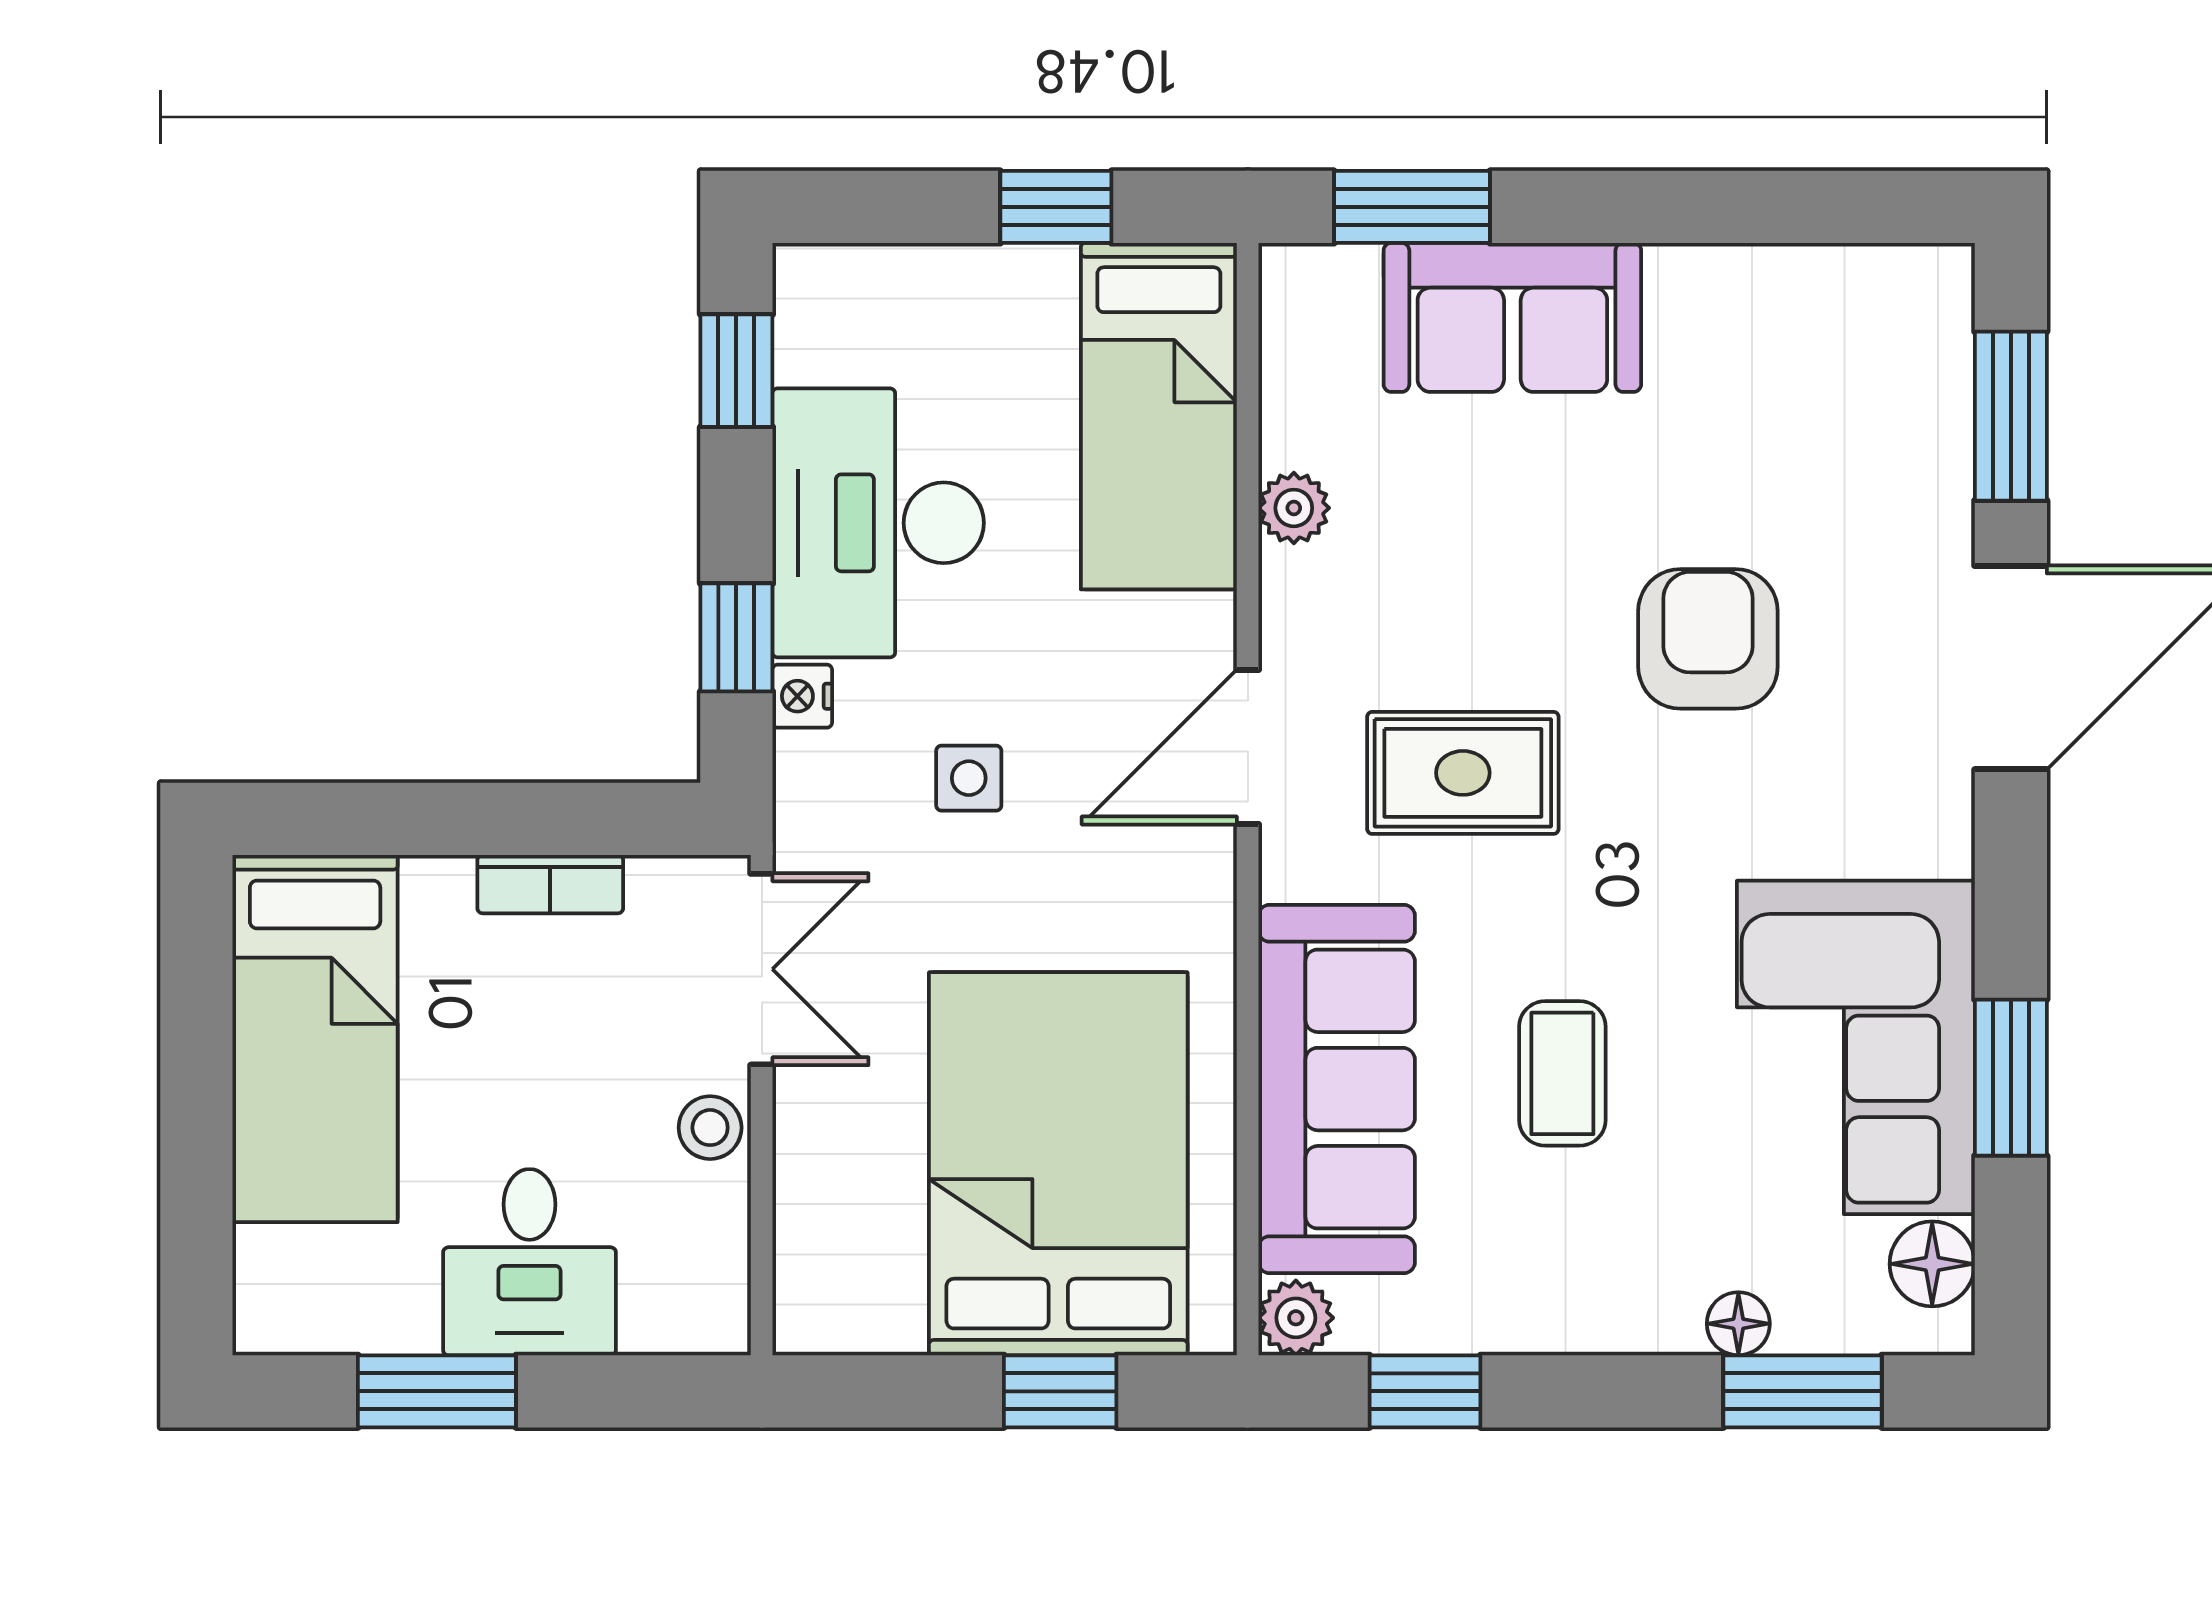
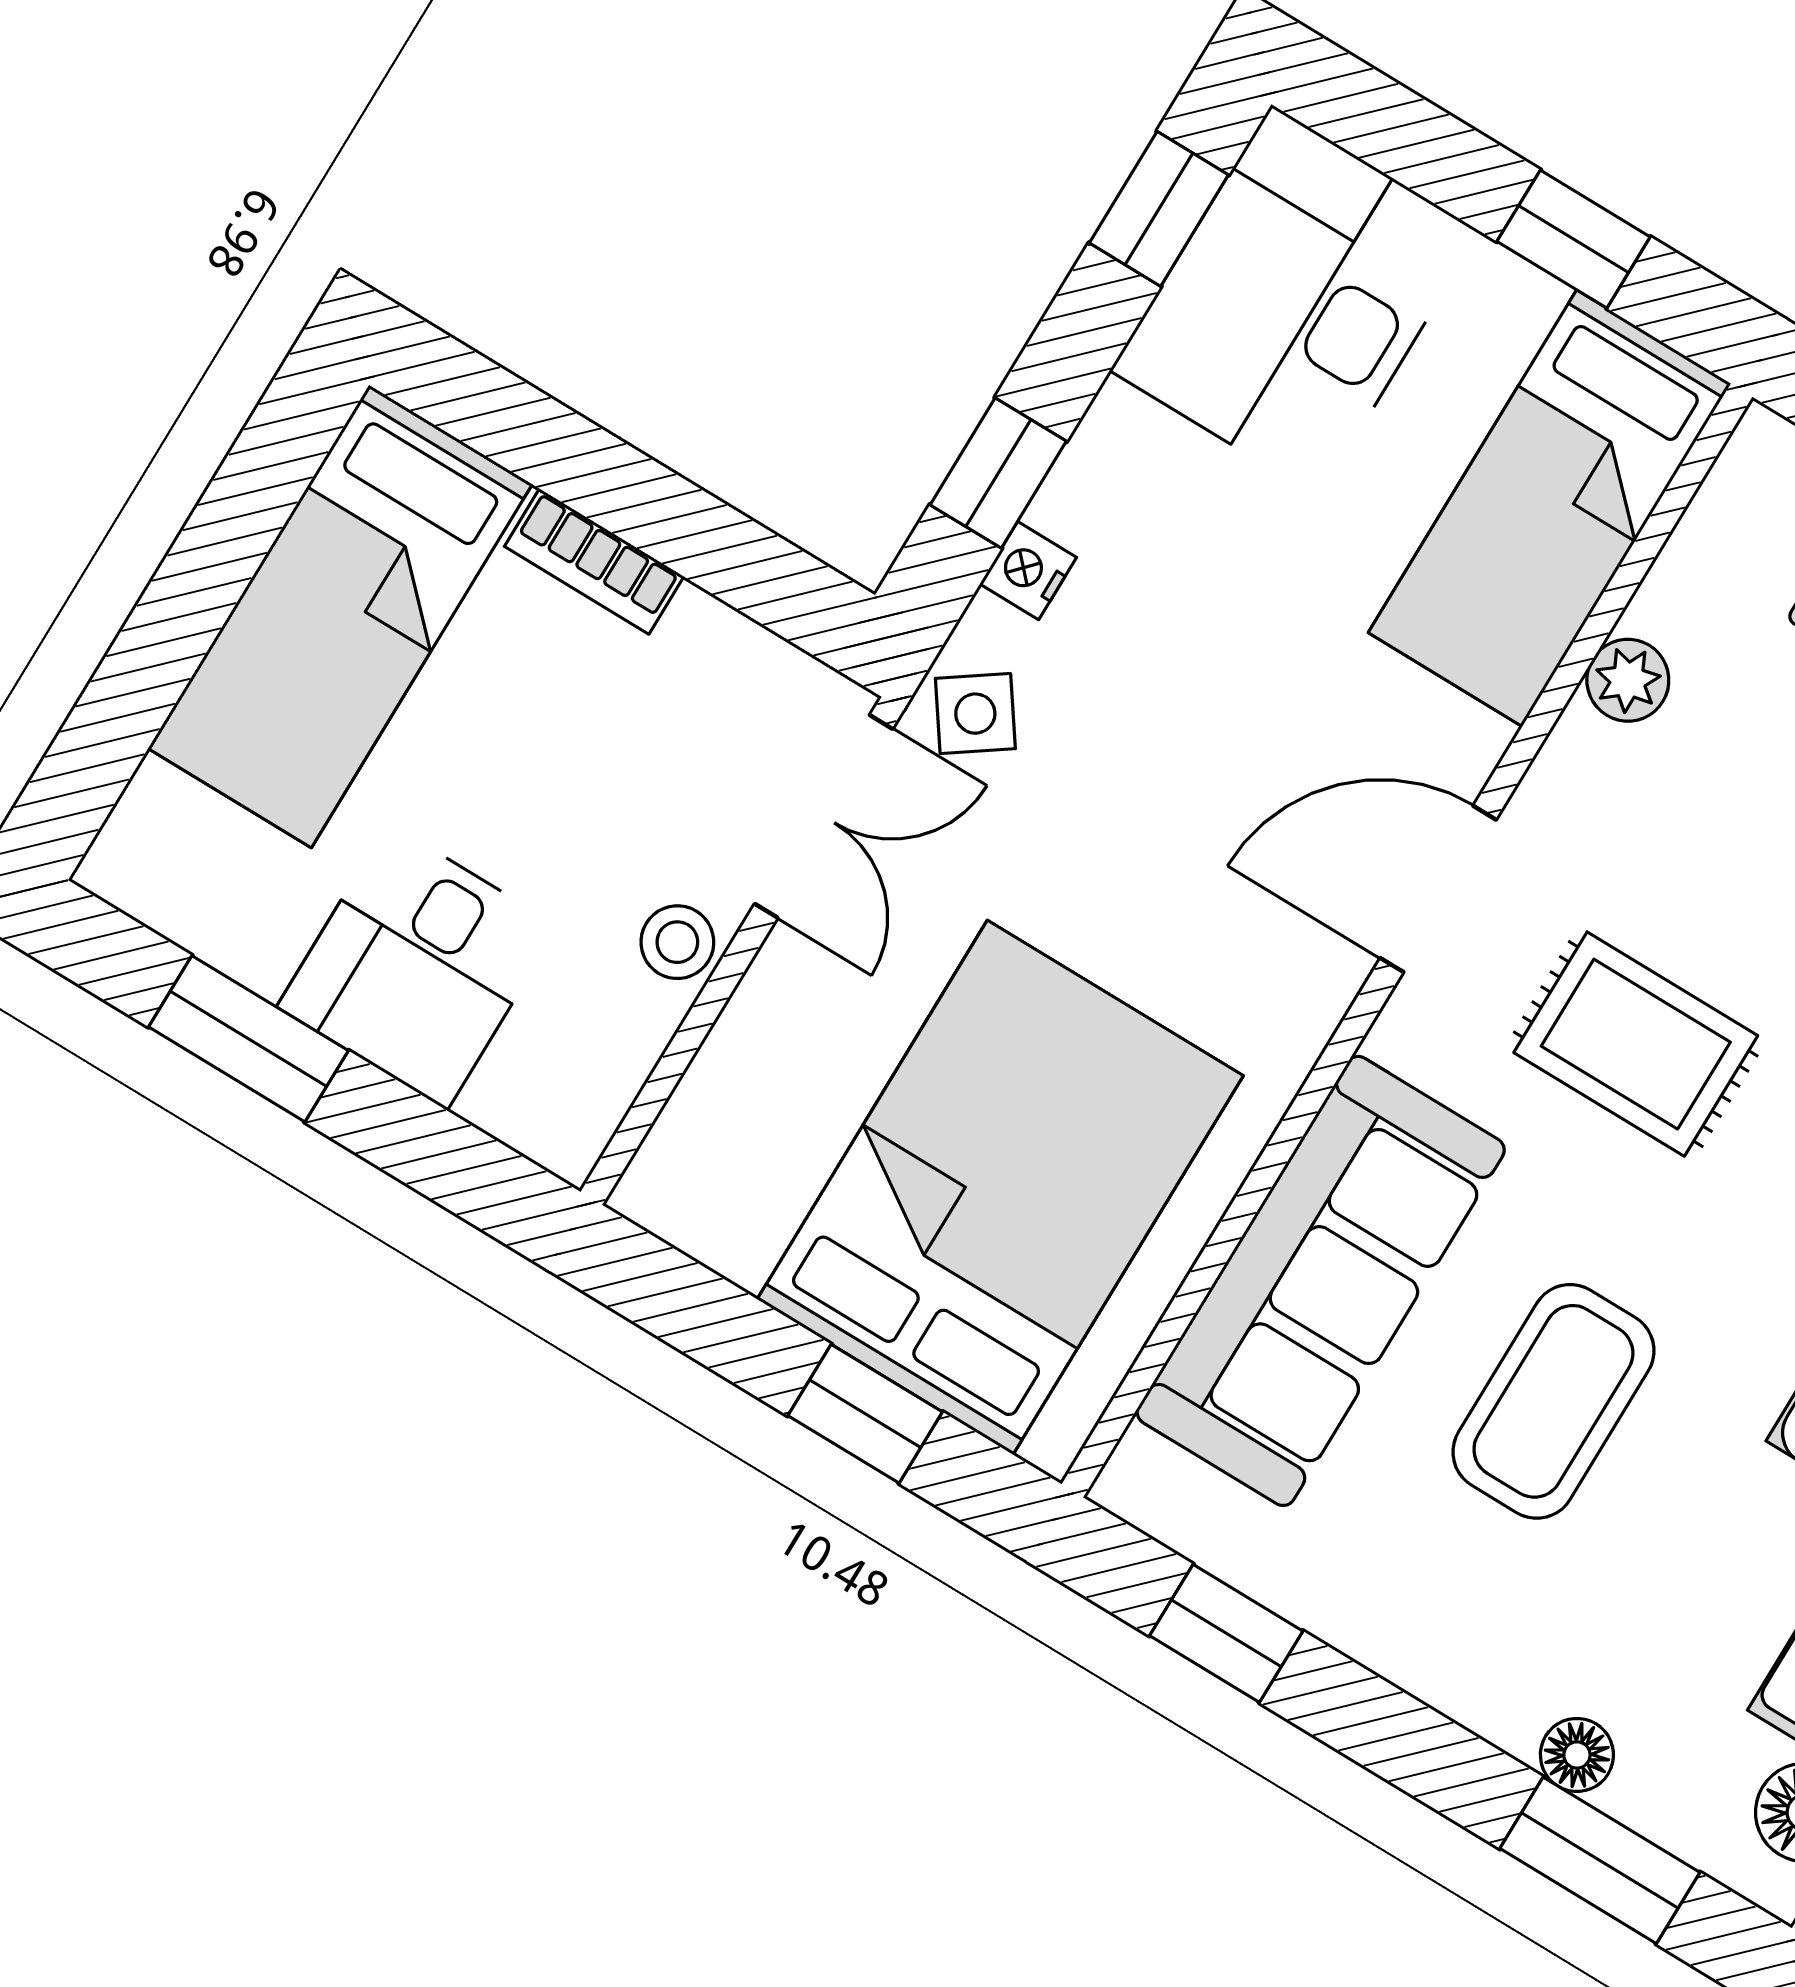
desk: (878, 523) -> (1295, 301), moved
side table: (969, 778) -> (975, 714), moved, turned -35
bookcase: (550, 884) -> (594, 561), moved
coffee table: (1562, 1073) -> (1553, 1401), width x1.36, depth x1.30
plant: (1296, 1318) -> (1143, 1483), removed

